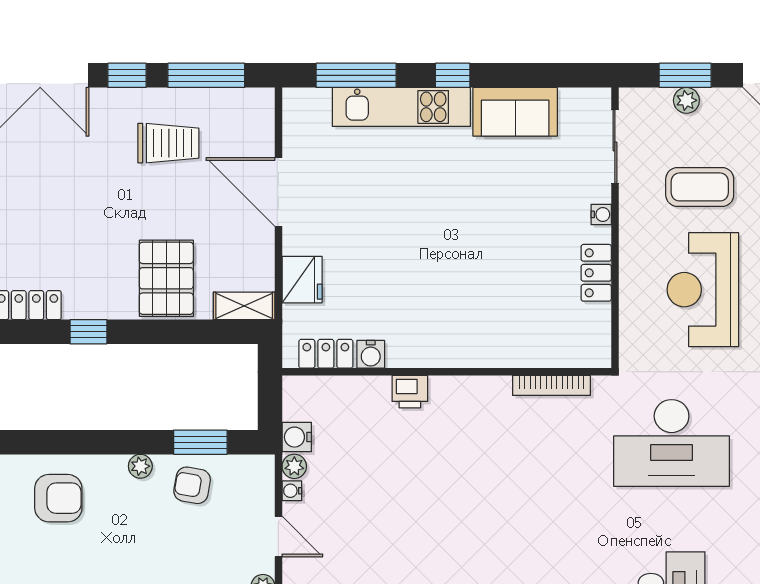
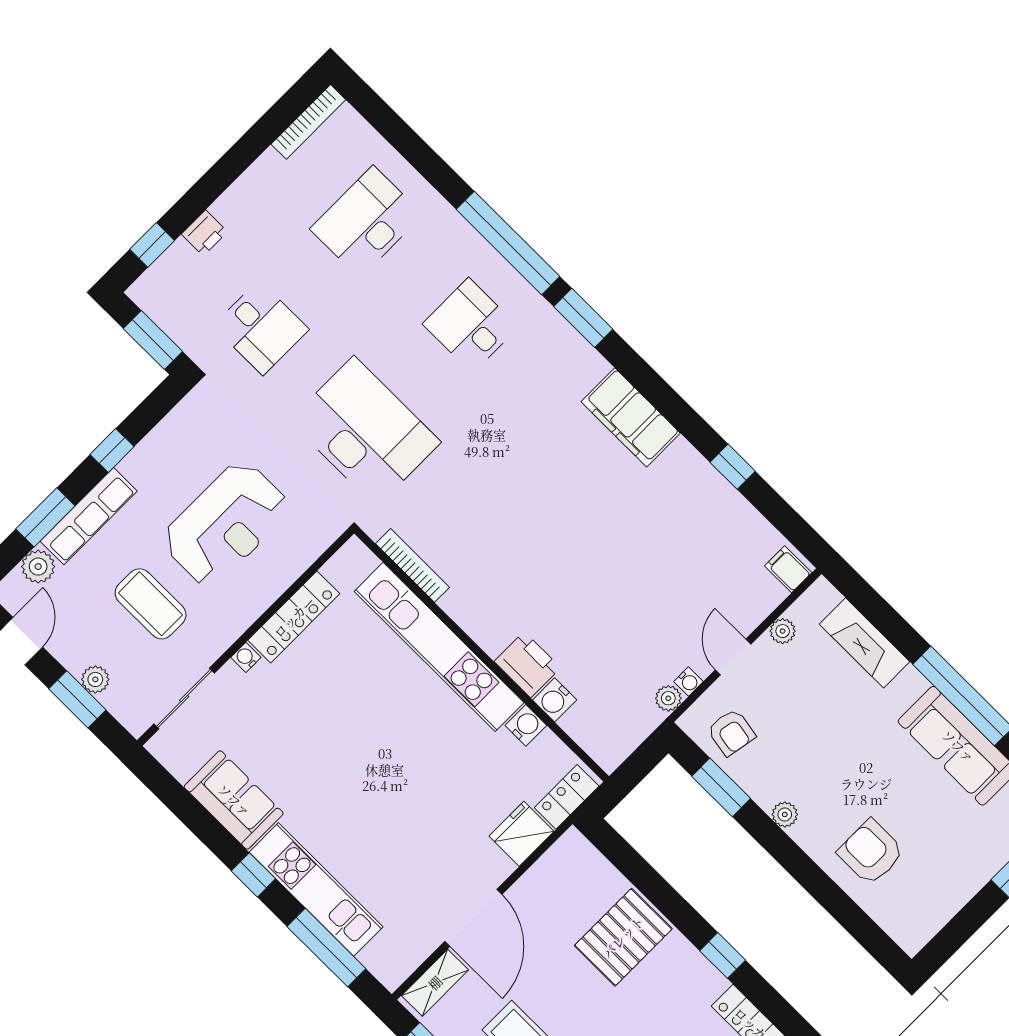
locker: (596, 273) -> (294, 617), width x1.53
shelving: (244, 306) -> (435, 983), moved, turned 90
kitchen unit: (480, 349) -> (439, 647), added
locker: (326, 354) -> (567, 797), moved, turned 90
printer: (410, 392) -> (527, 665), width x1.36, depth x1.24
water cooler: (297, 437) -> (555, 700), moved, turned 90
armchair: (192, 485) -> (731, 732), moved

